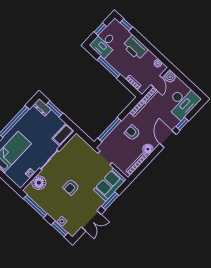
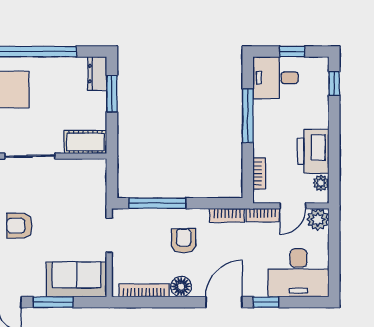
printer: (135, 48) -> (313, 151), moved

